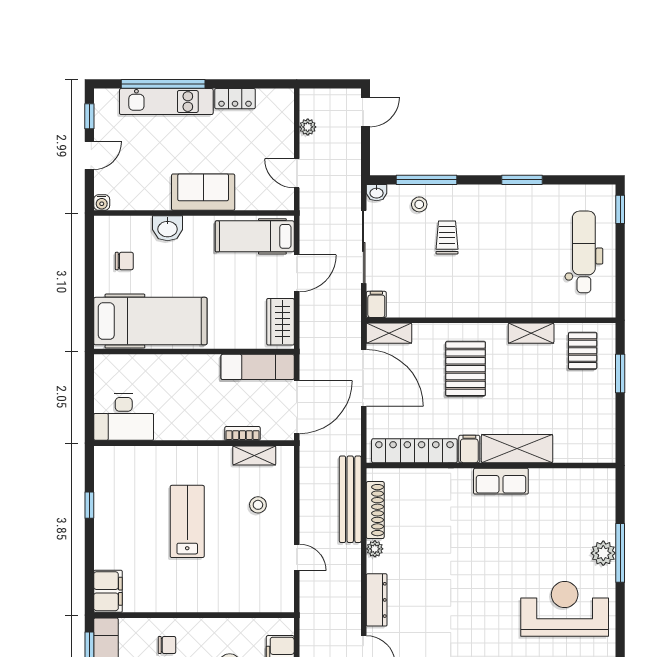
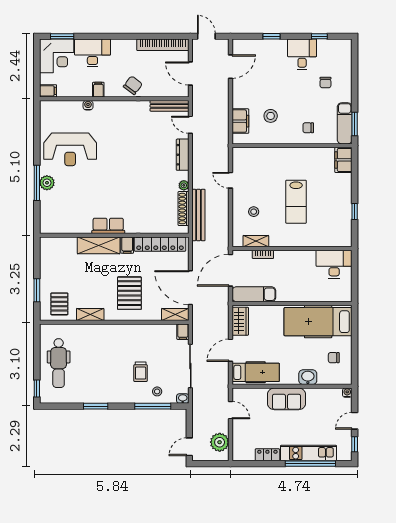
plant: (308, 127) -> (220, 442), width x1.88, depth x1.88

